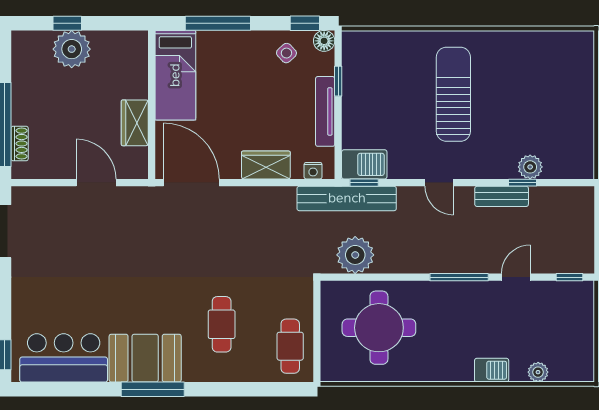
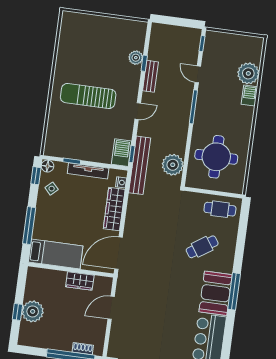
wardrobe: (266, 165) -> (114, 209), width x1.50
cafe table: (222, 324) -> (202, 247), turned -34
plant: (538, 372) -> (248, 73), width x1.88, depth x1.88

